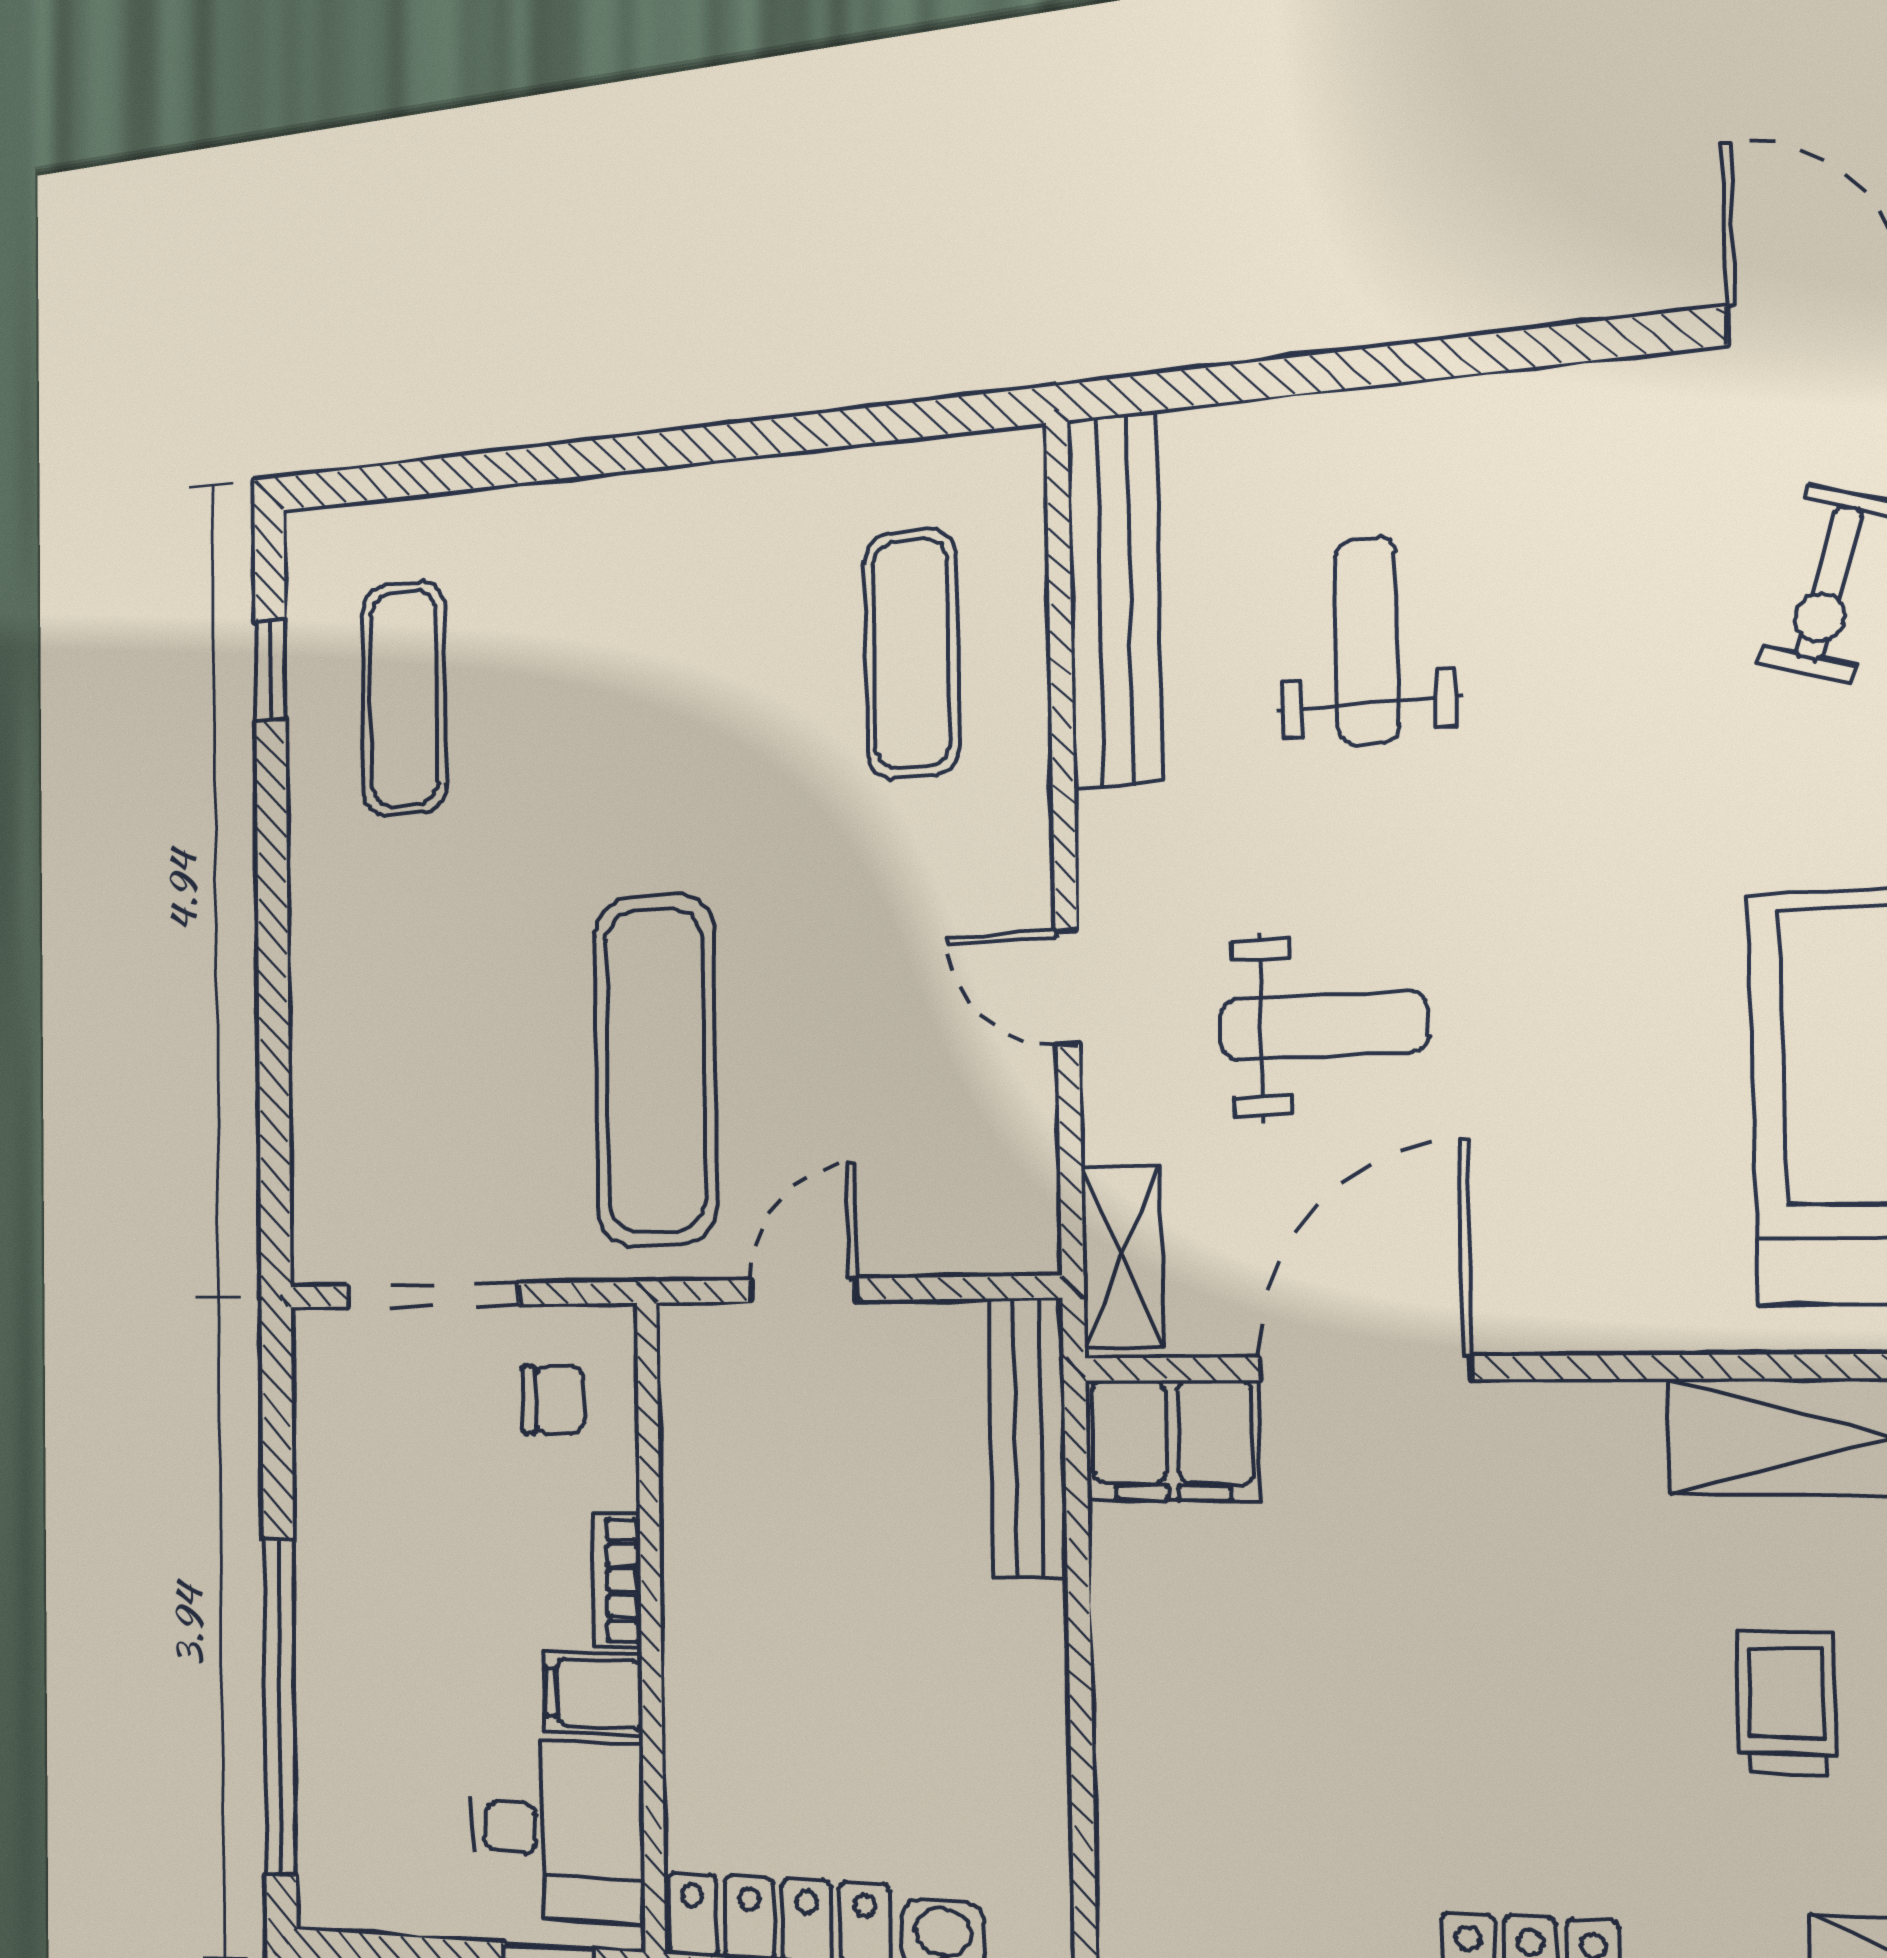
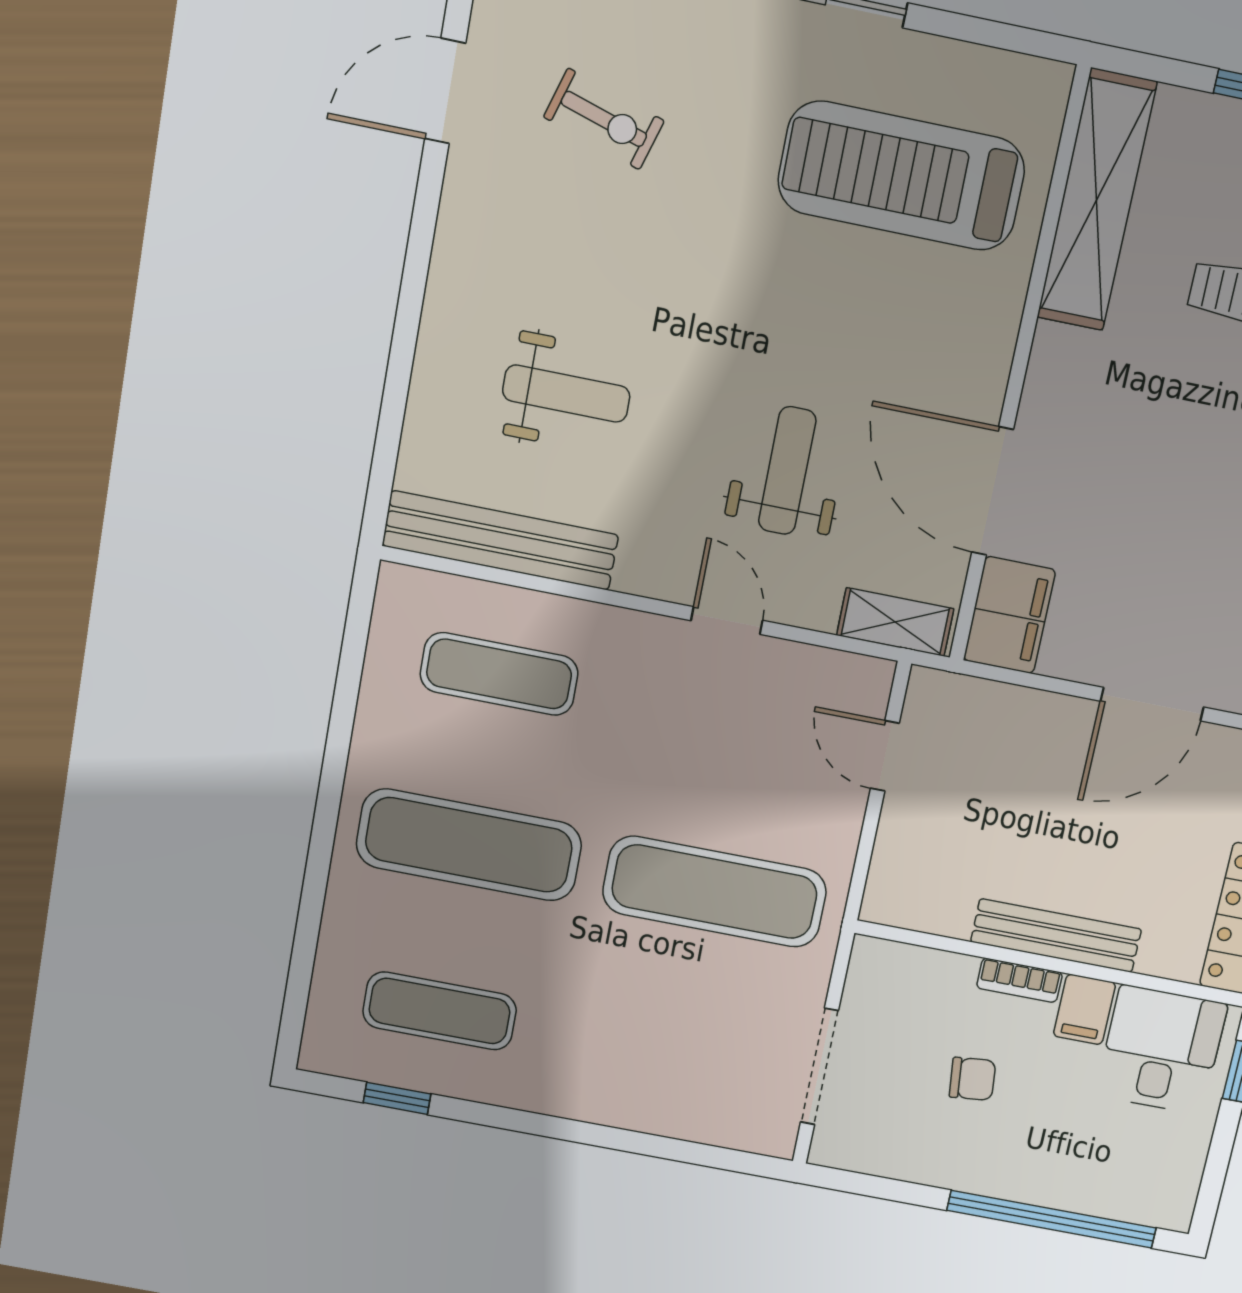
weight bench: (1367, 641) -> (566, 394), turned 180
exercise mat: (650, 677) -> (469, 845), added
door: (1067, 987) -> (727, 620), swing flipped
door: (804, 1290) -> (885, 756), moved
chair: (553, 1400) -> (972, 1079), moved, turned 84
bench: (1028, 1437) -> (1056, 936), moved
door: (1081, 1706) -> (1152, 704), added

